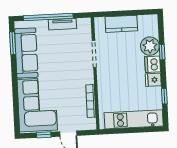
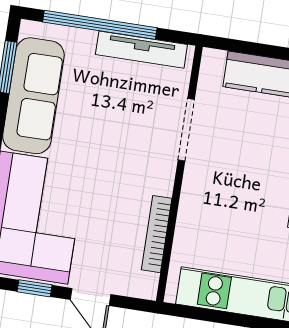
tv unit: (62, 24) -> (141, 50), width x1.41

